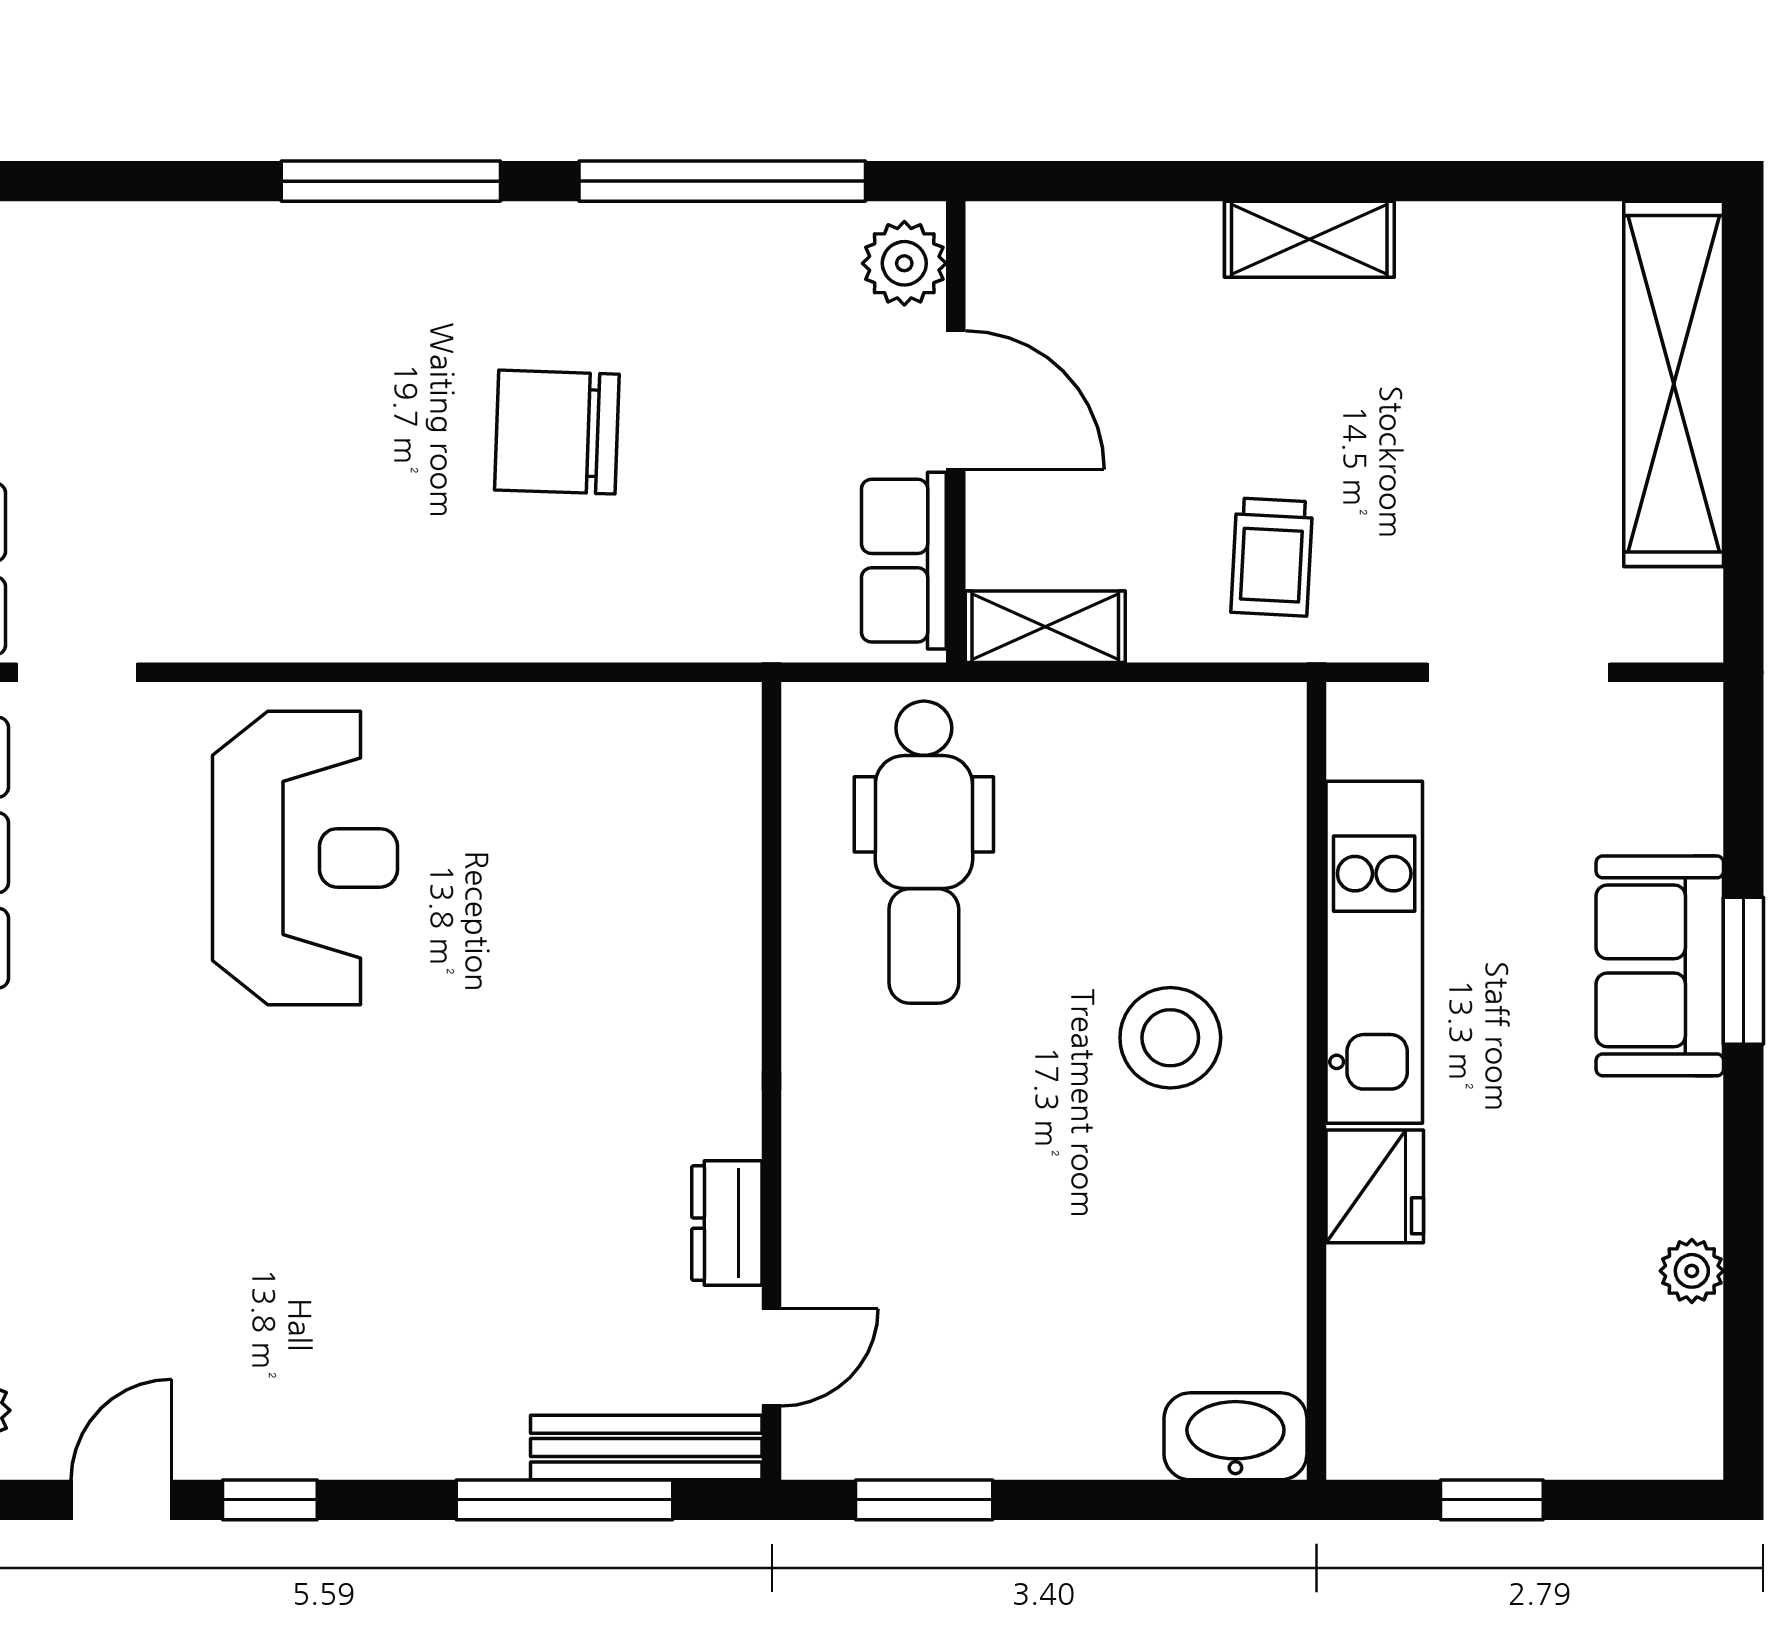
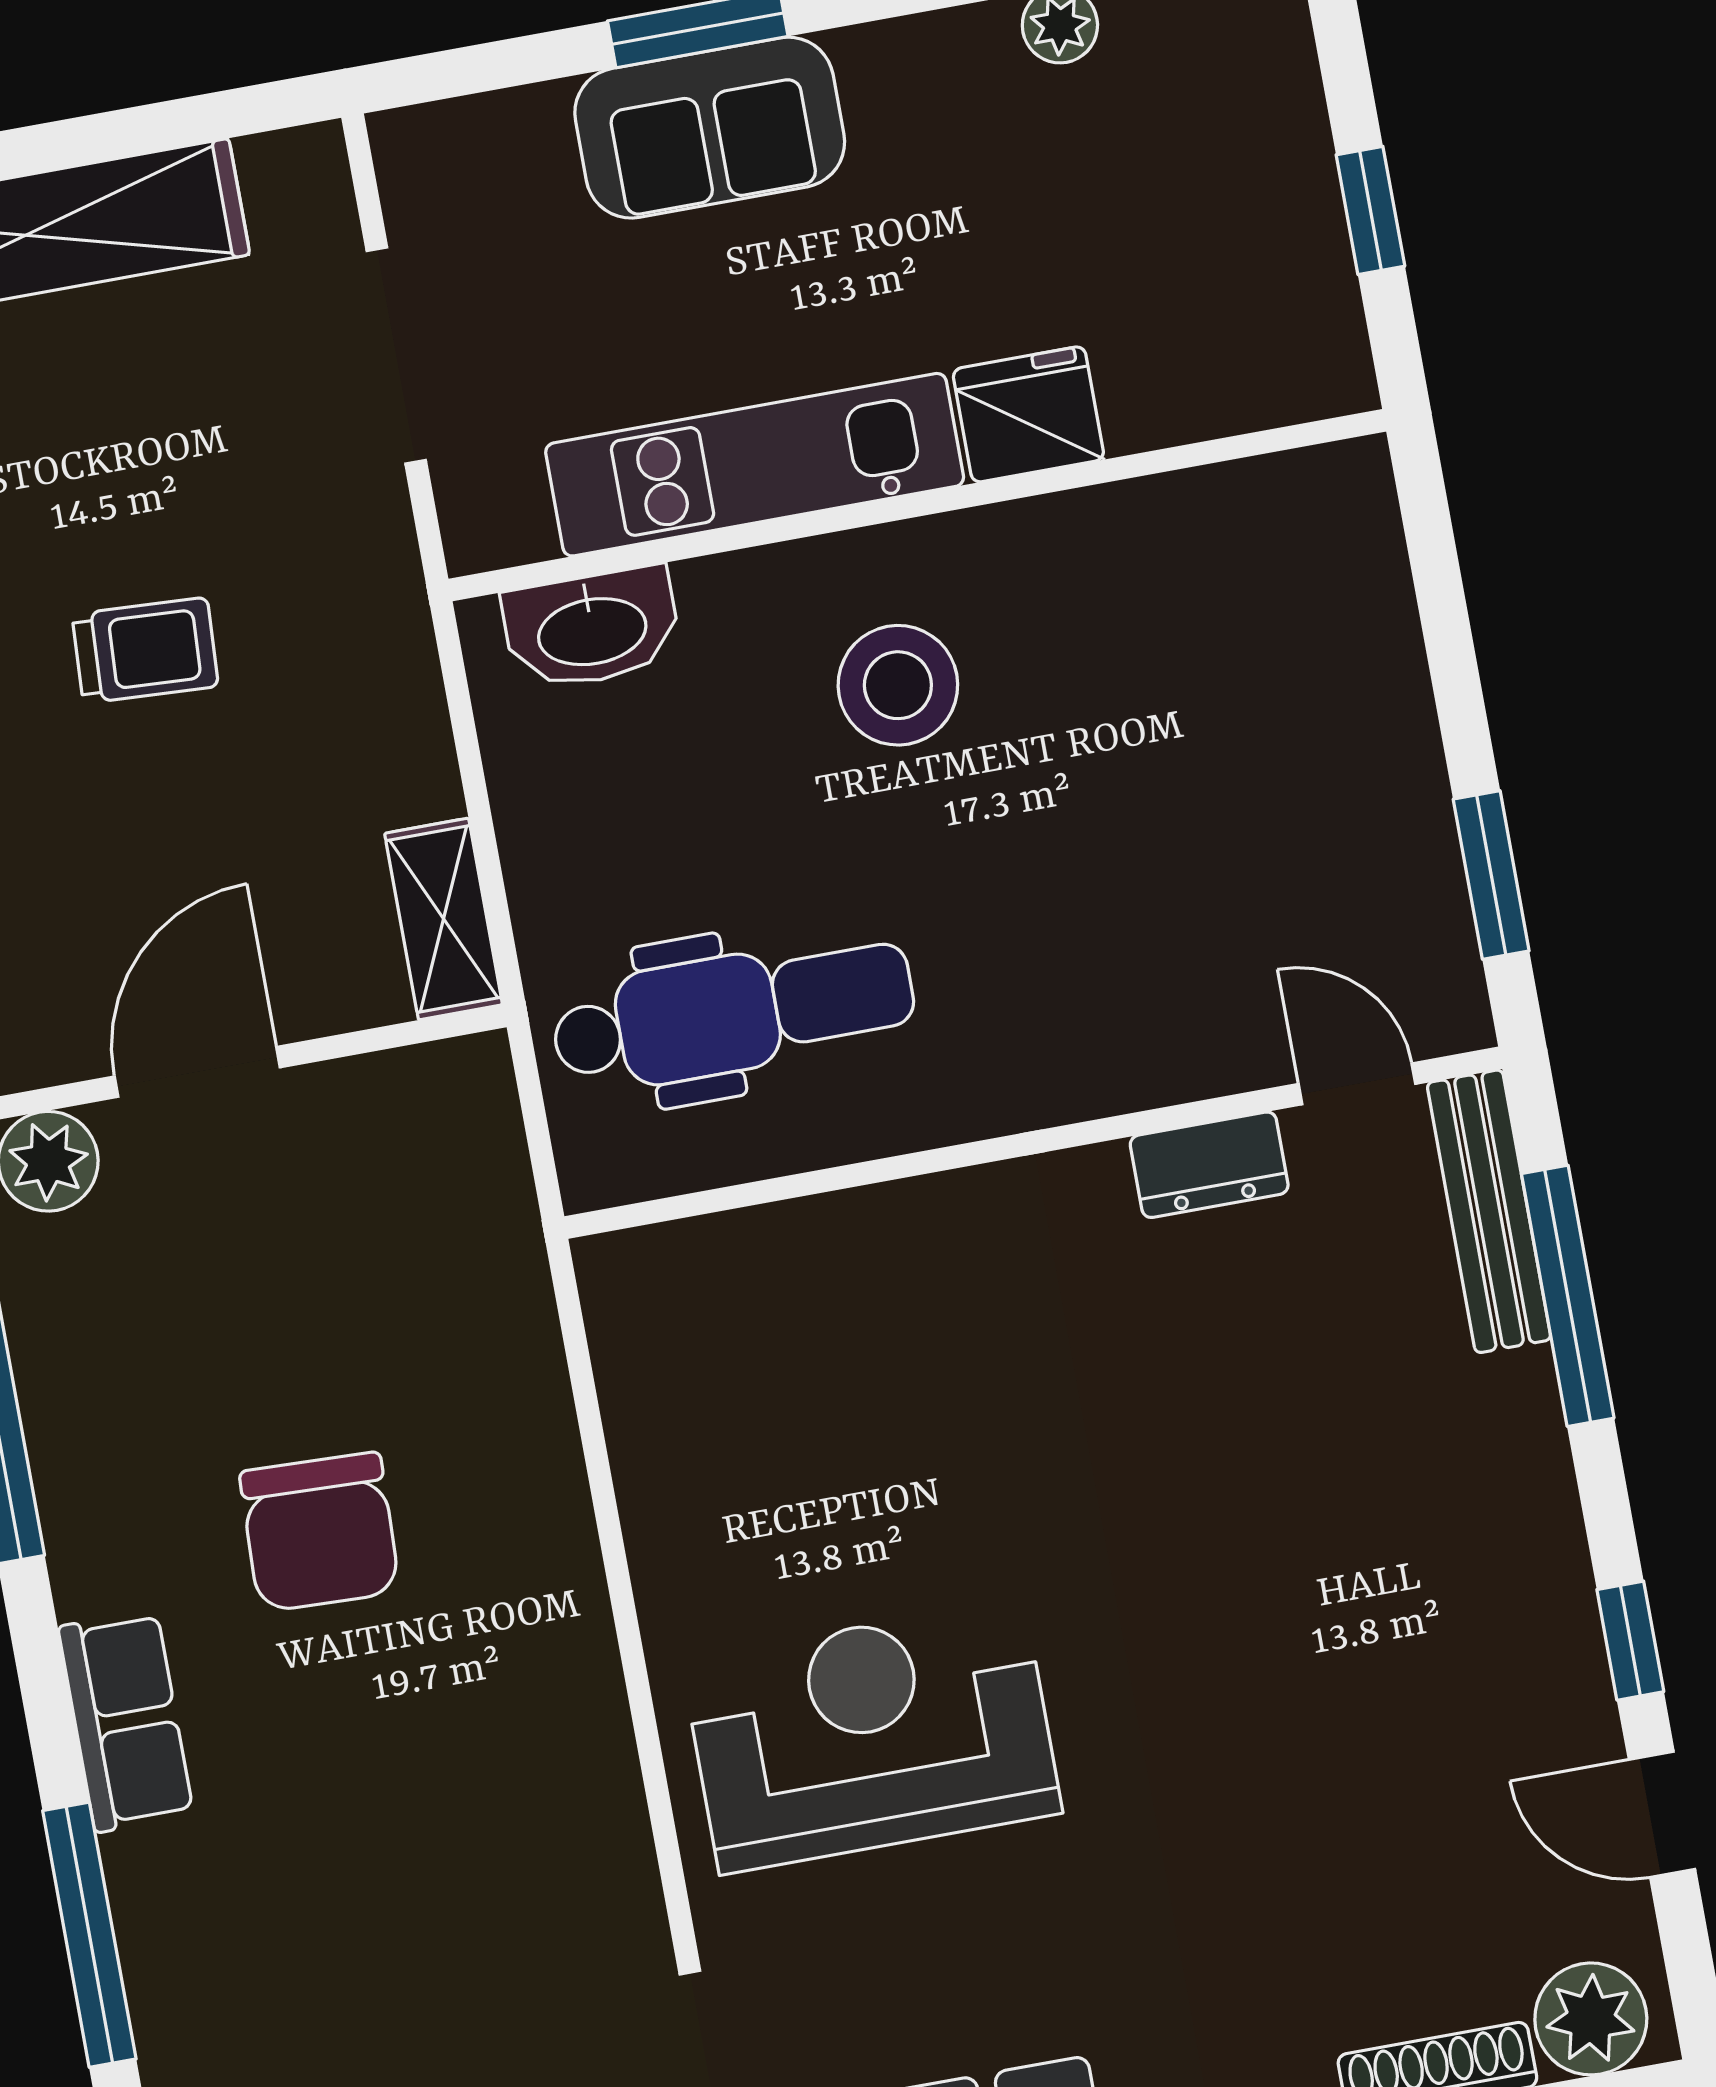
window: (391, 181) -> (89, 1935), moved
trolley: (1272, 557) -> (145, 650), moved
row of seats: (904, 561) -> (126, 1721), moved, turned -90
washbasin: (1235, 1436) -> (592, 629), moved, turned -90

